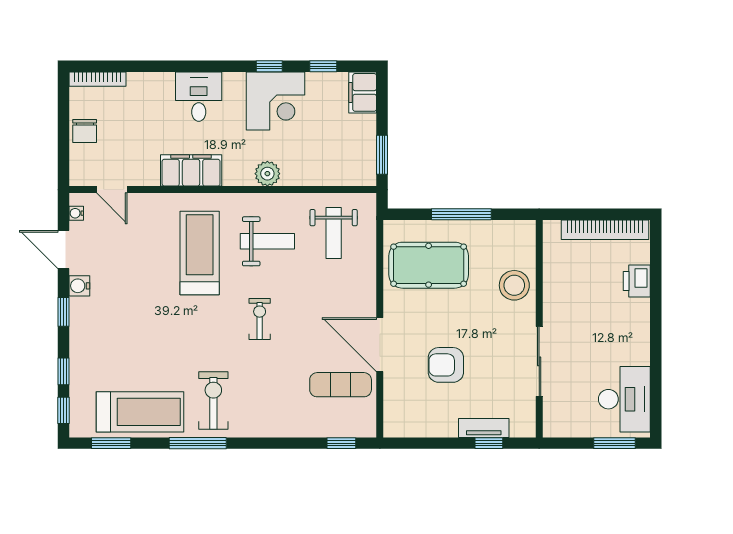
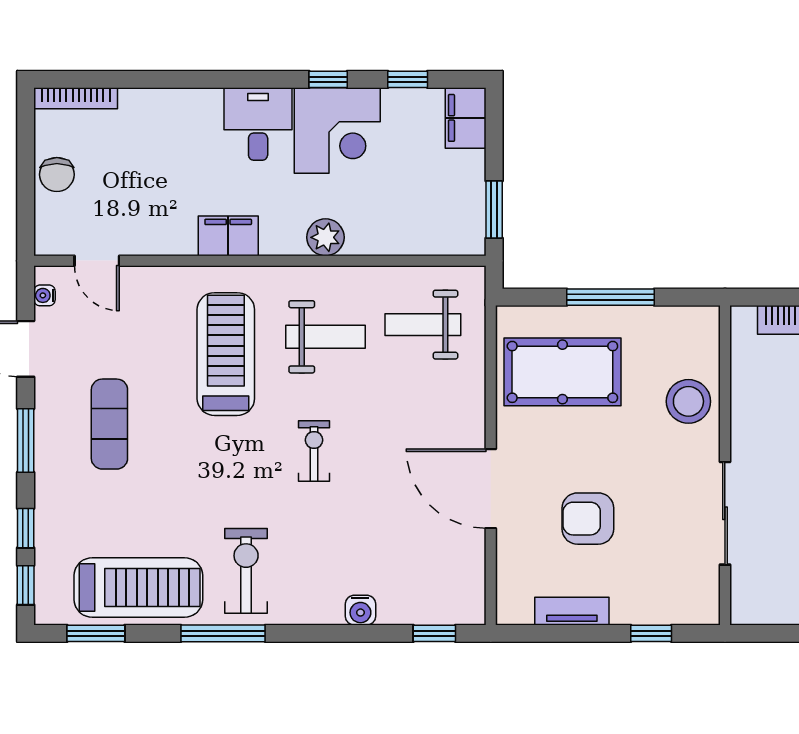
desk: (199, 97) -> (258, 124), moved
filing cabinet: (191, 170) -> (228, 236), width x0.67, depth x0.86
weight bench: (334, 233) -> (423, 325), turned 90
water cooler: (79, 286) -> (360, 610), moved, turned -90
window: (63, 312) -> (26, 441), width x1.50
exercise mat: (341, 385) -> (109, 424), moved, turned 90
tv unit: (484, 428) -> (572, 611), moved

